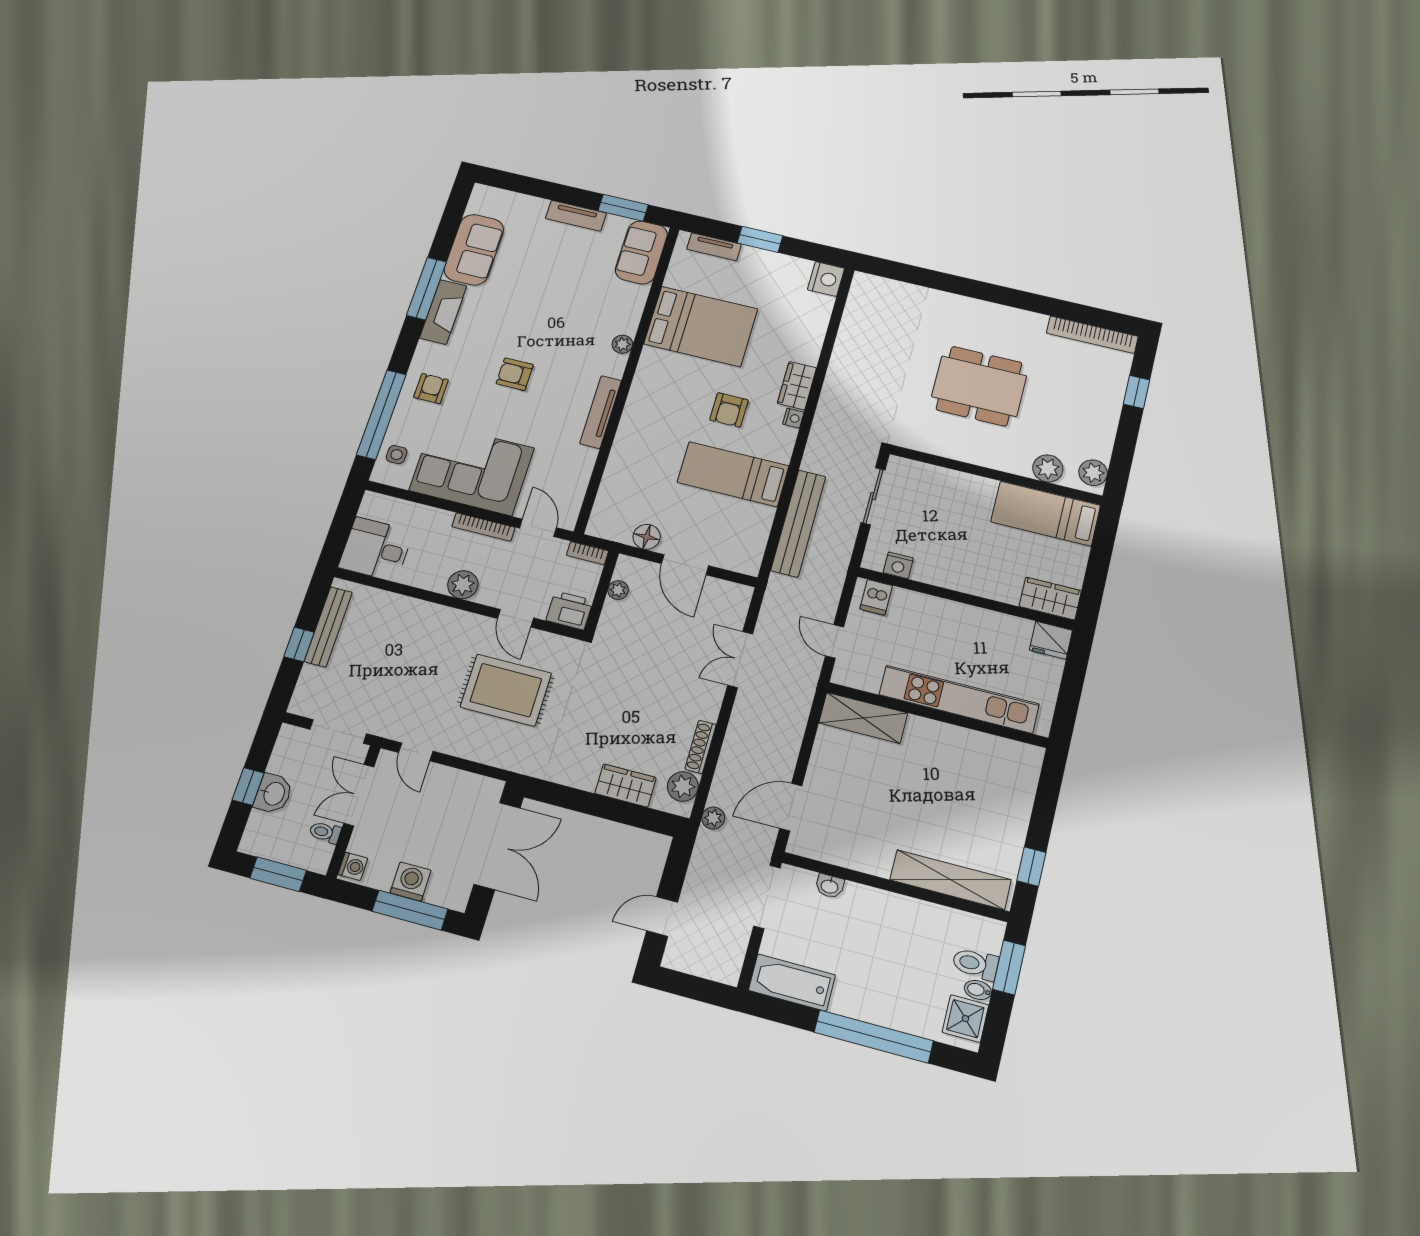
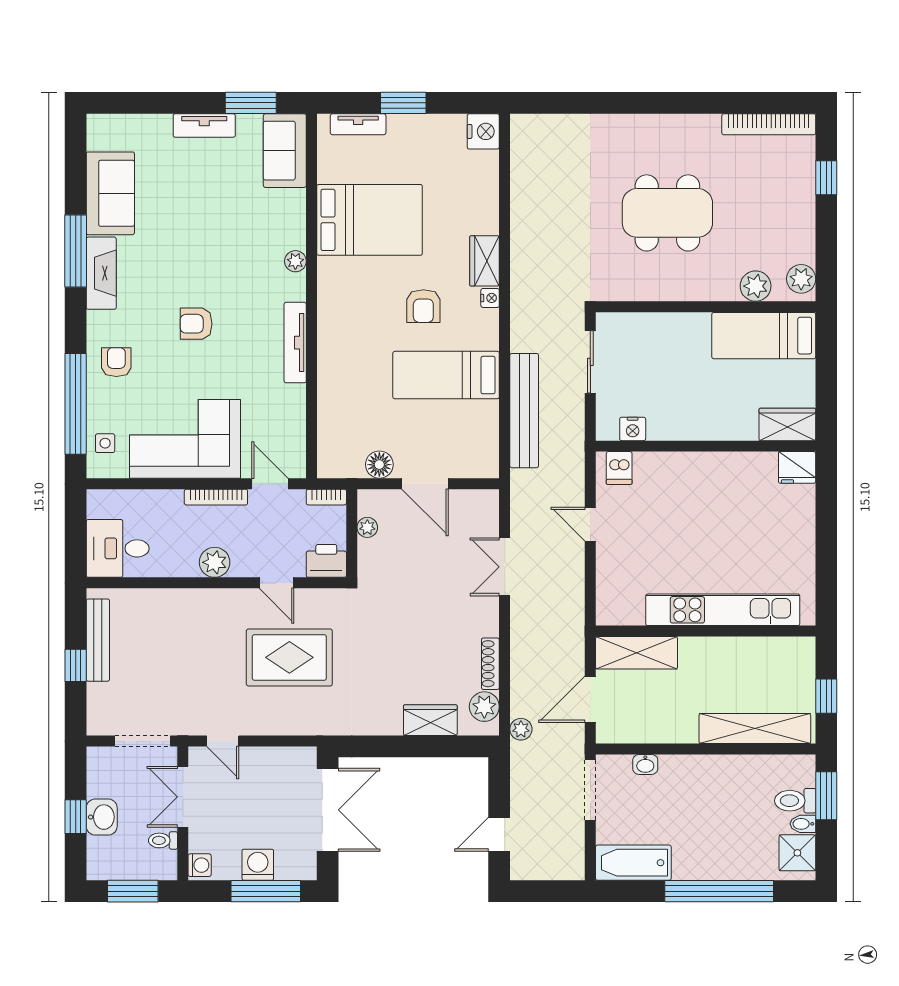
kitchen unit: (959, 699) -> (723, 610), moved
wall: (937, 715) -> (706, 631), moved
shelving: (863, 718) -> (637, 653), moved

